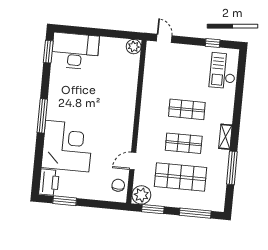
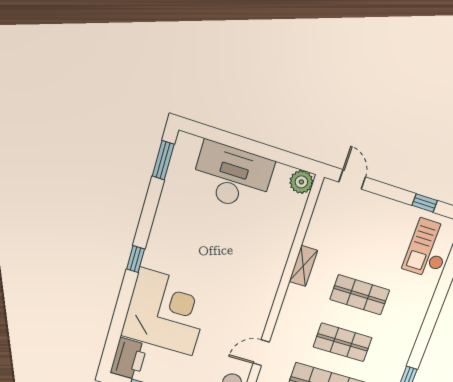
desk: (75, 51) -> (232, 177), moved
window: (42, 116) -> (136, 259), width x0.46
shelving: (225, 137) -> (303, 266), moved

